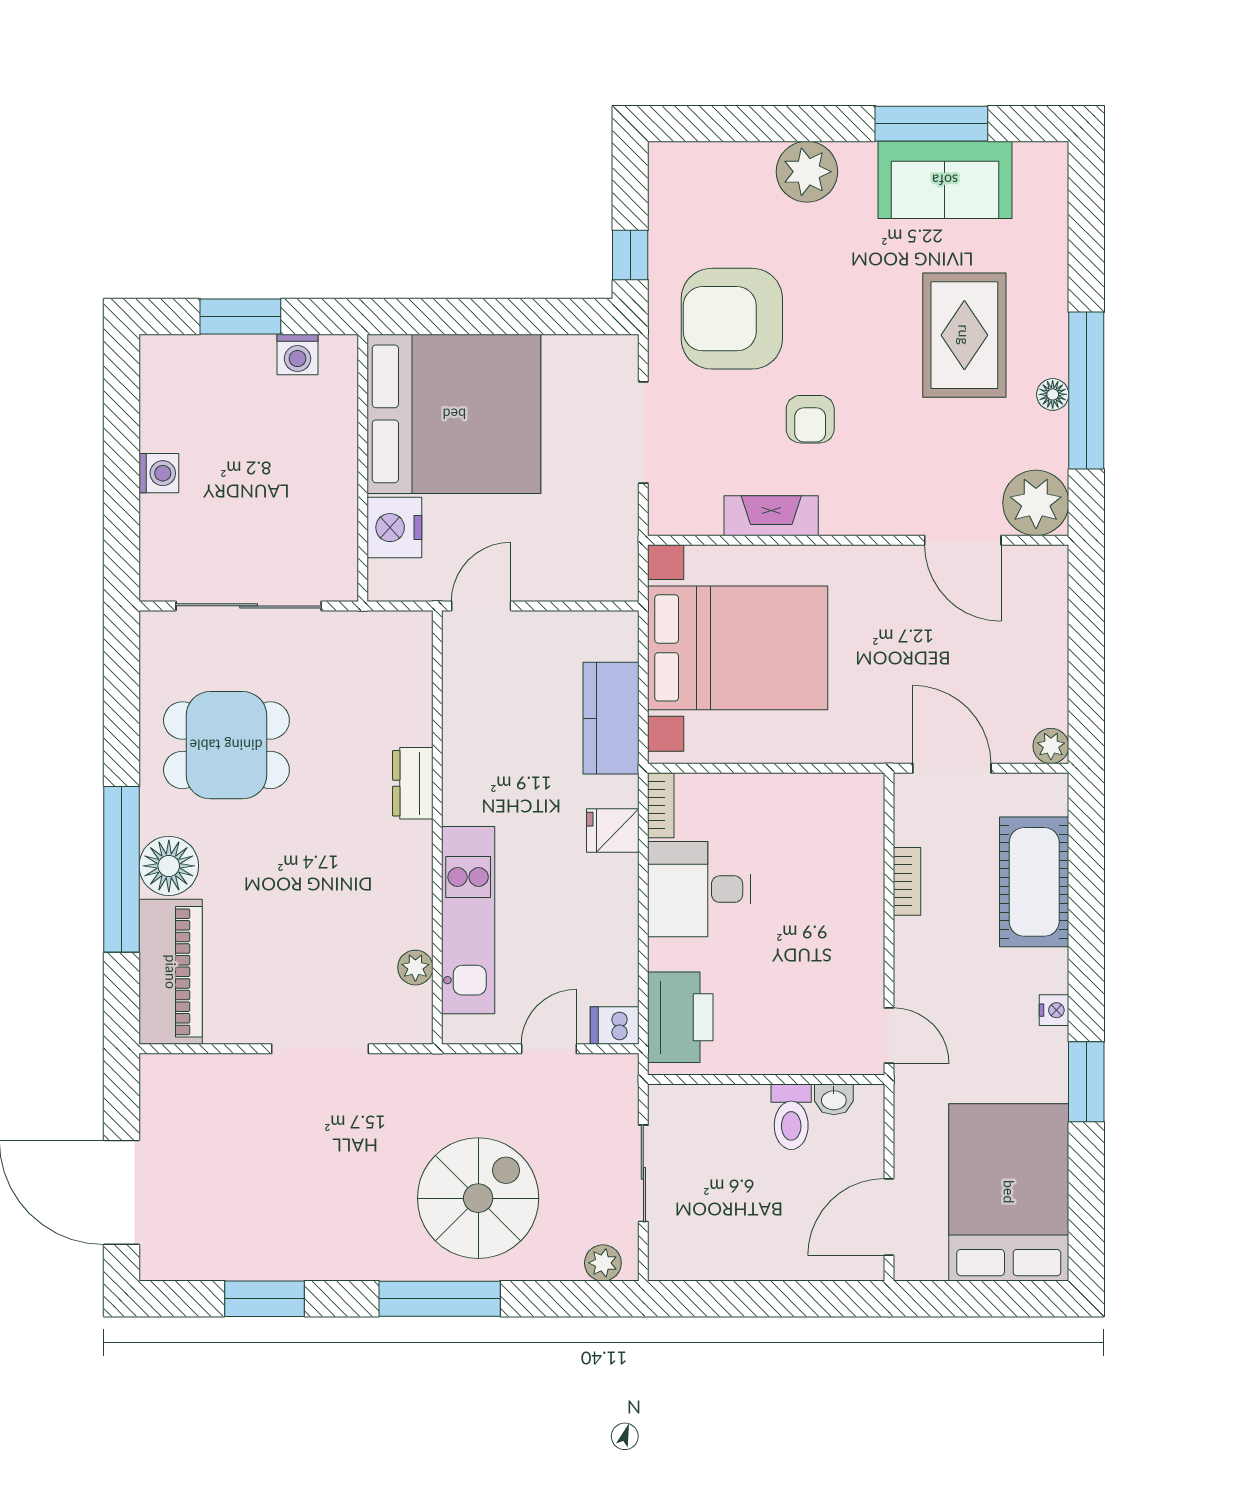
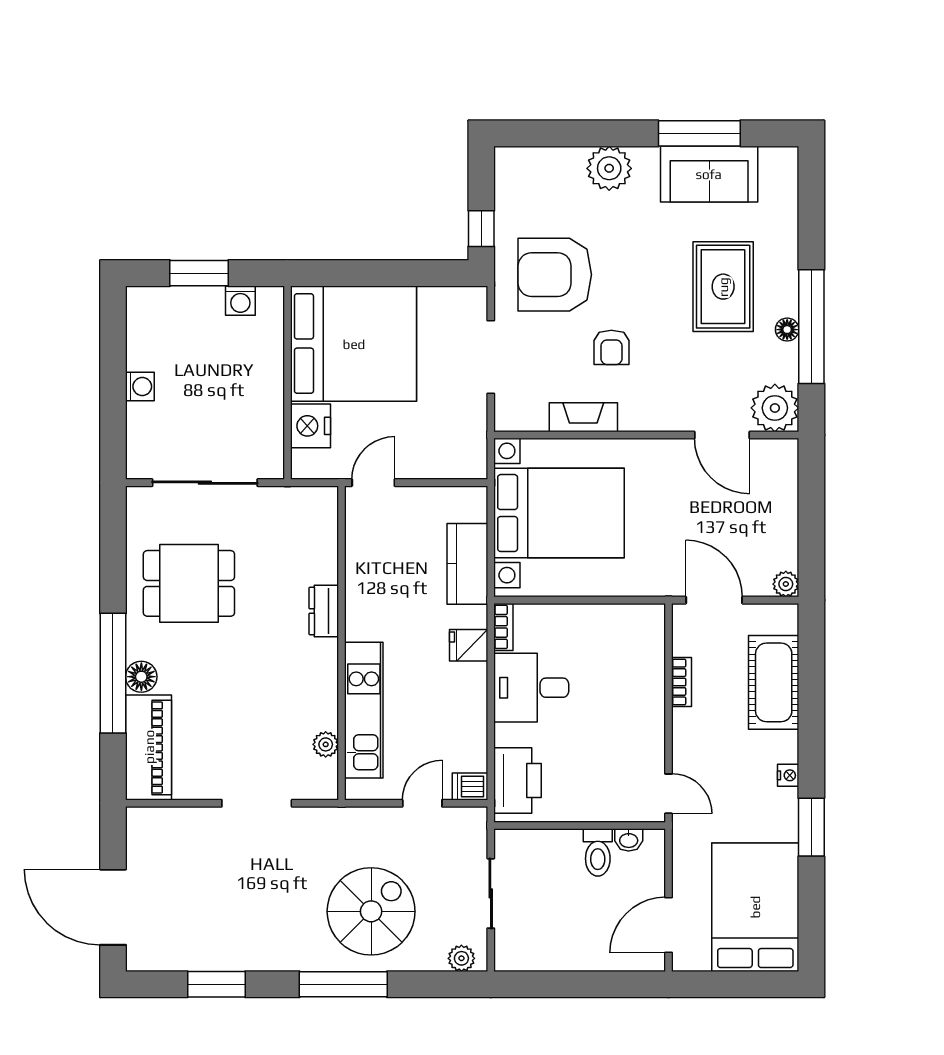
floor lamp: (169, 866) -> (141, 677), width x0.73, depth x0.73

